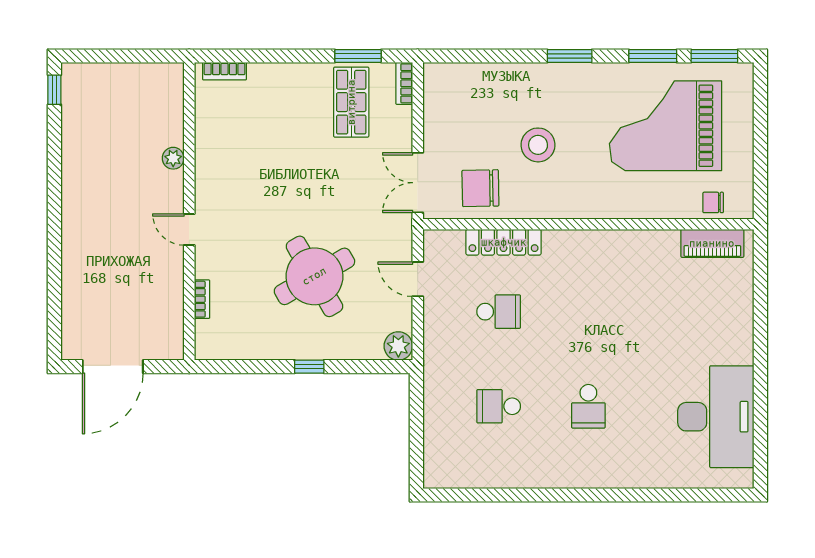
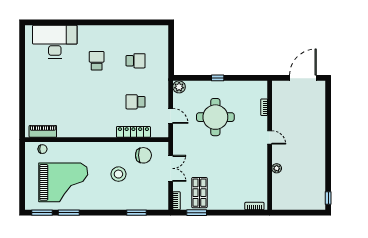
window: (570, 56) -> (136, 213), moved
double door: (418, 183) -> (171, 168), moved
round table: (314, 276) -> (215, 117), turned 30
desk: (716, 417) -> (55, 42), moved, turned 90

